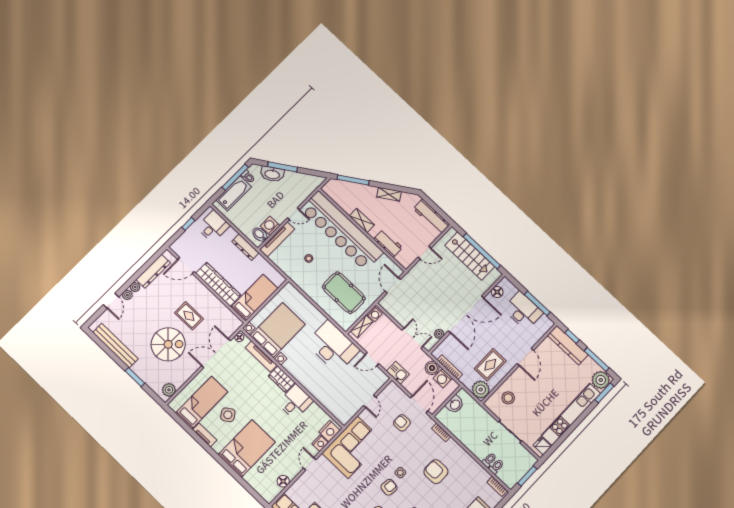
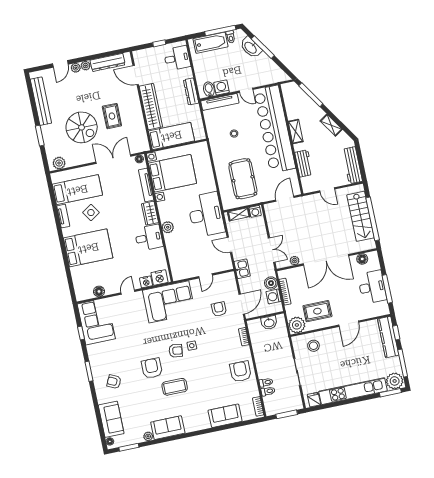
plant: (306, 381) -> (168, 227), added
armchair: (436, 472) -> (241, 371), moved

